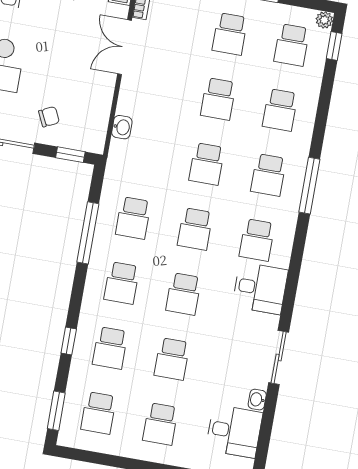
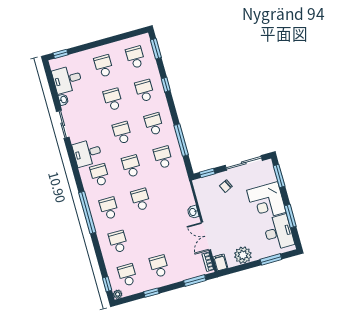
double door: (124, 47) -> (206, 236), swing flipped
school desk: (218, 99) -> (150, 233), removed
washbasin: (122, 127) -> (193, 212), moved
window: (309, 186) -> (87, 213), width x1.46

